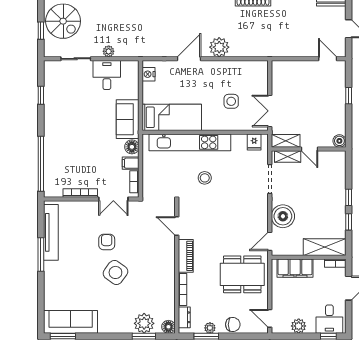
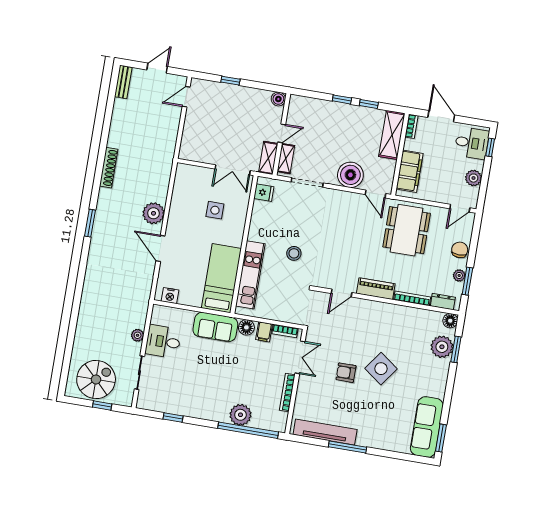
kitchen unit: (190, 142) -> (250, 275), width x0.73
plant: (53, 155) -> (240, 415), added

